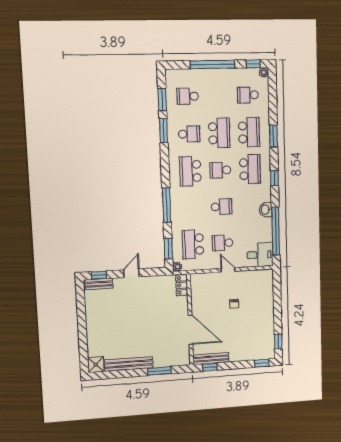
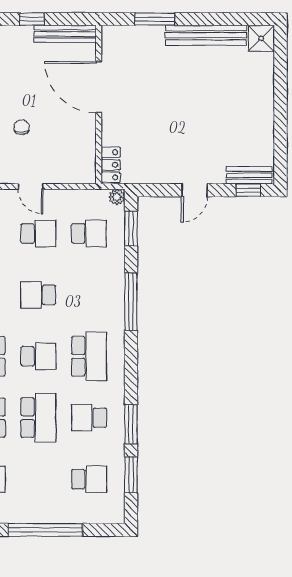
school desk: (219, 133) -> (38, 418), turned 180
school desk: (193, 244) -> (89, 233), width x0.54
window: (210, 367) -> (32, 19), moved

